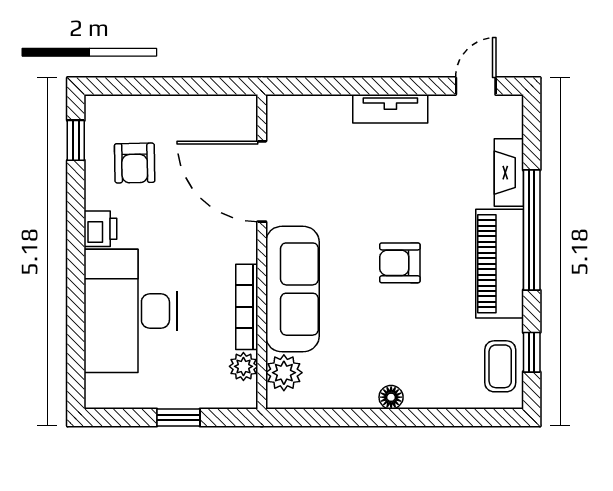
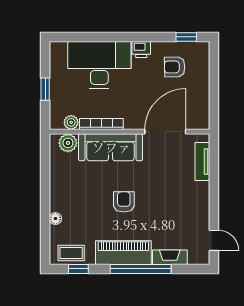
tv unit: (390, 109) -> (202, 162), moved
floor lamp: (391, 397) -> (55, 219), moved

